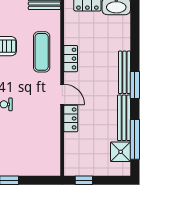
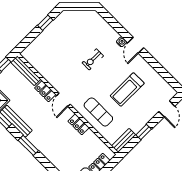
bench: (125, 72) -> (26, 71), moved
door: (62, 94) -> (63, 100), hinge flipped

